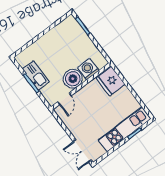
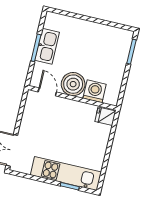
fridge: (111, 81) -> (105, 116), width x0.53, depth x0.75
door: (64, 99) -> (47, 92), swing flipped

